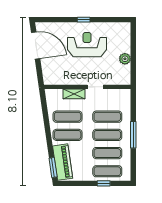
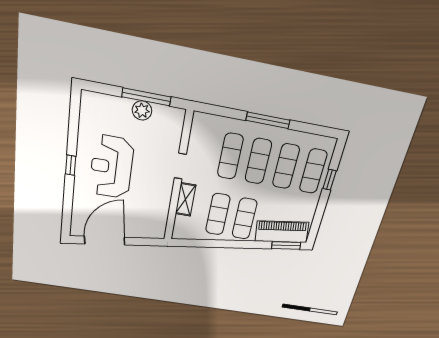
window: (133, 60) -> (146, 97), added

